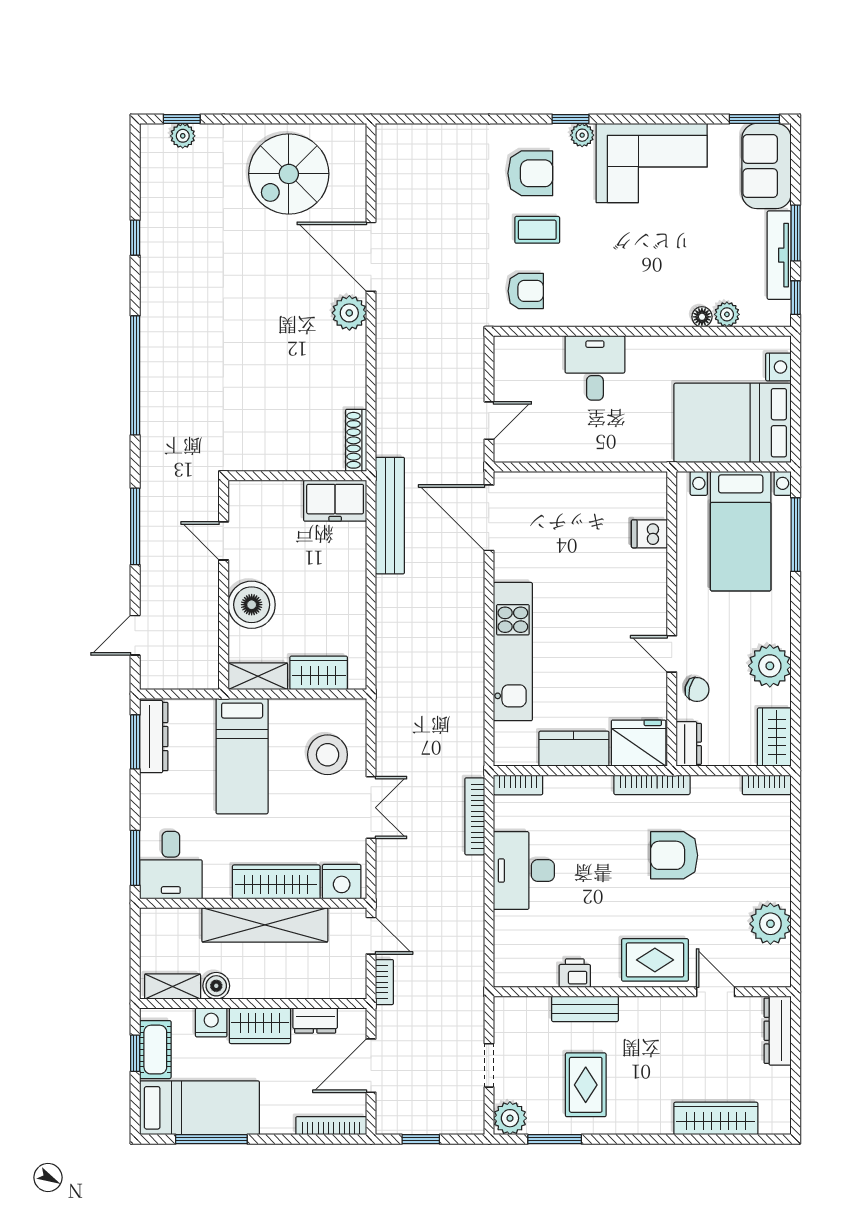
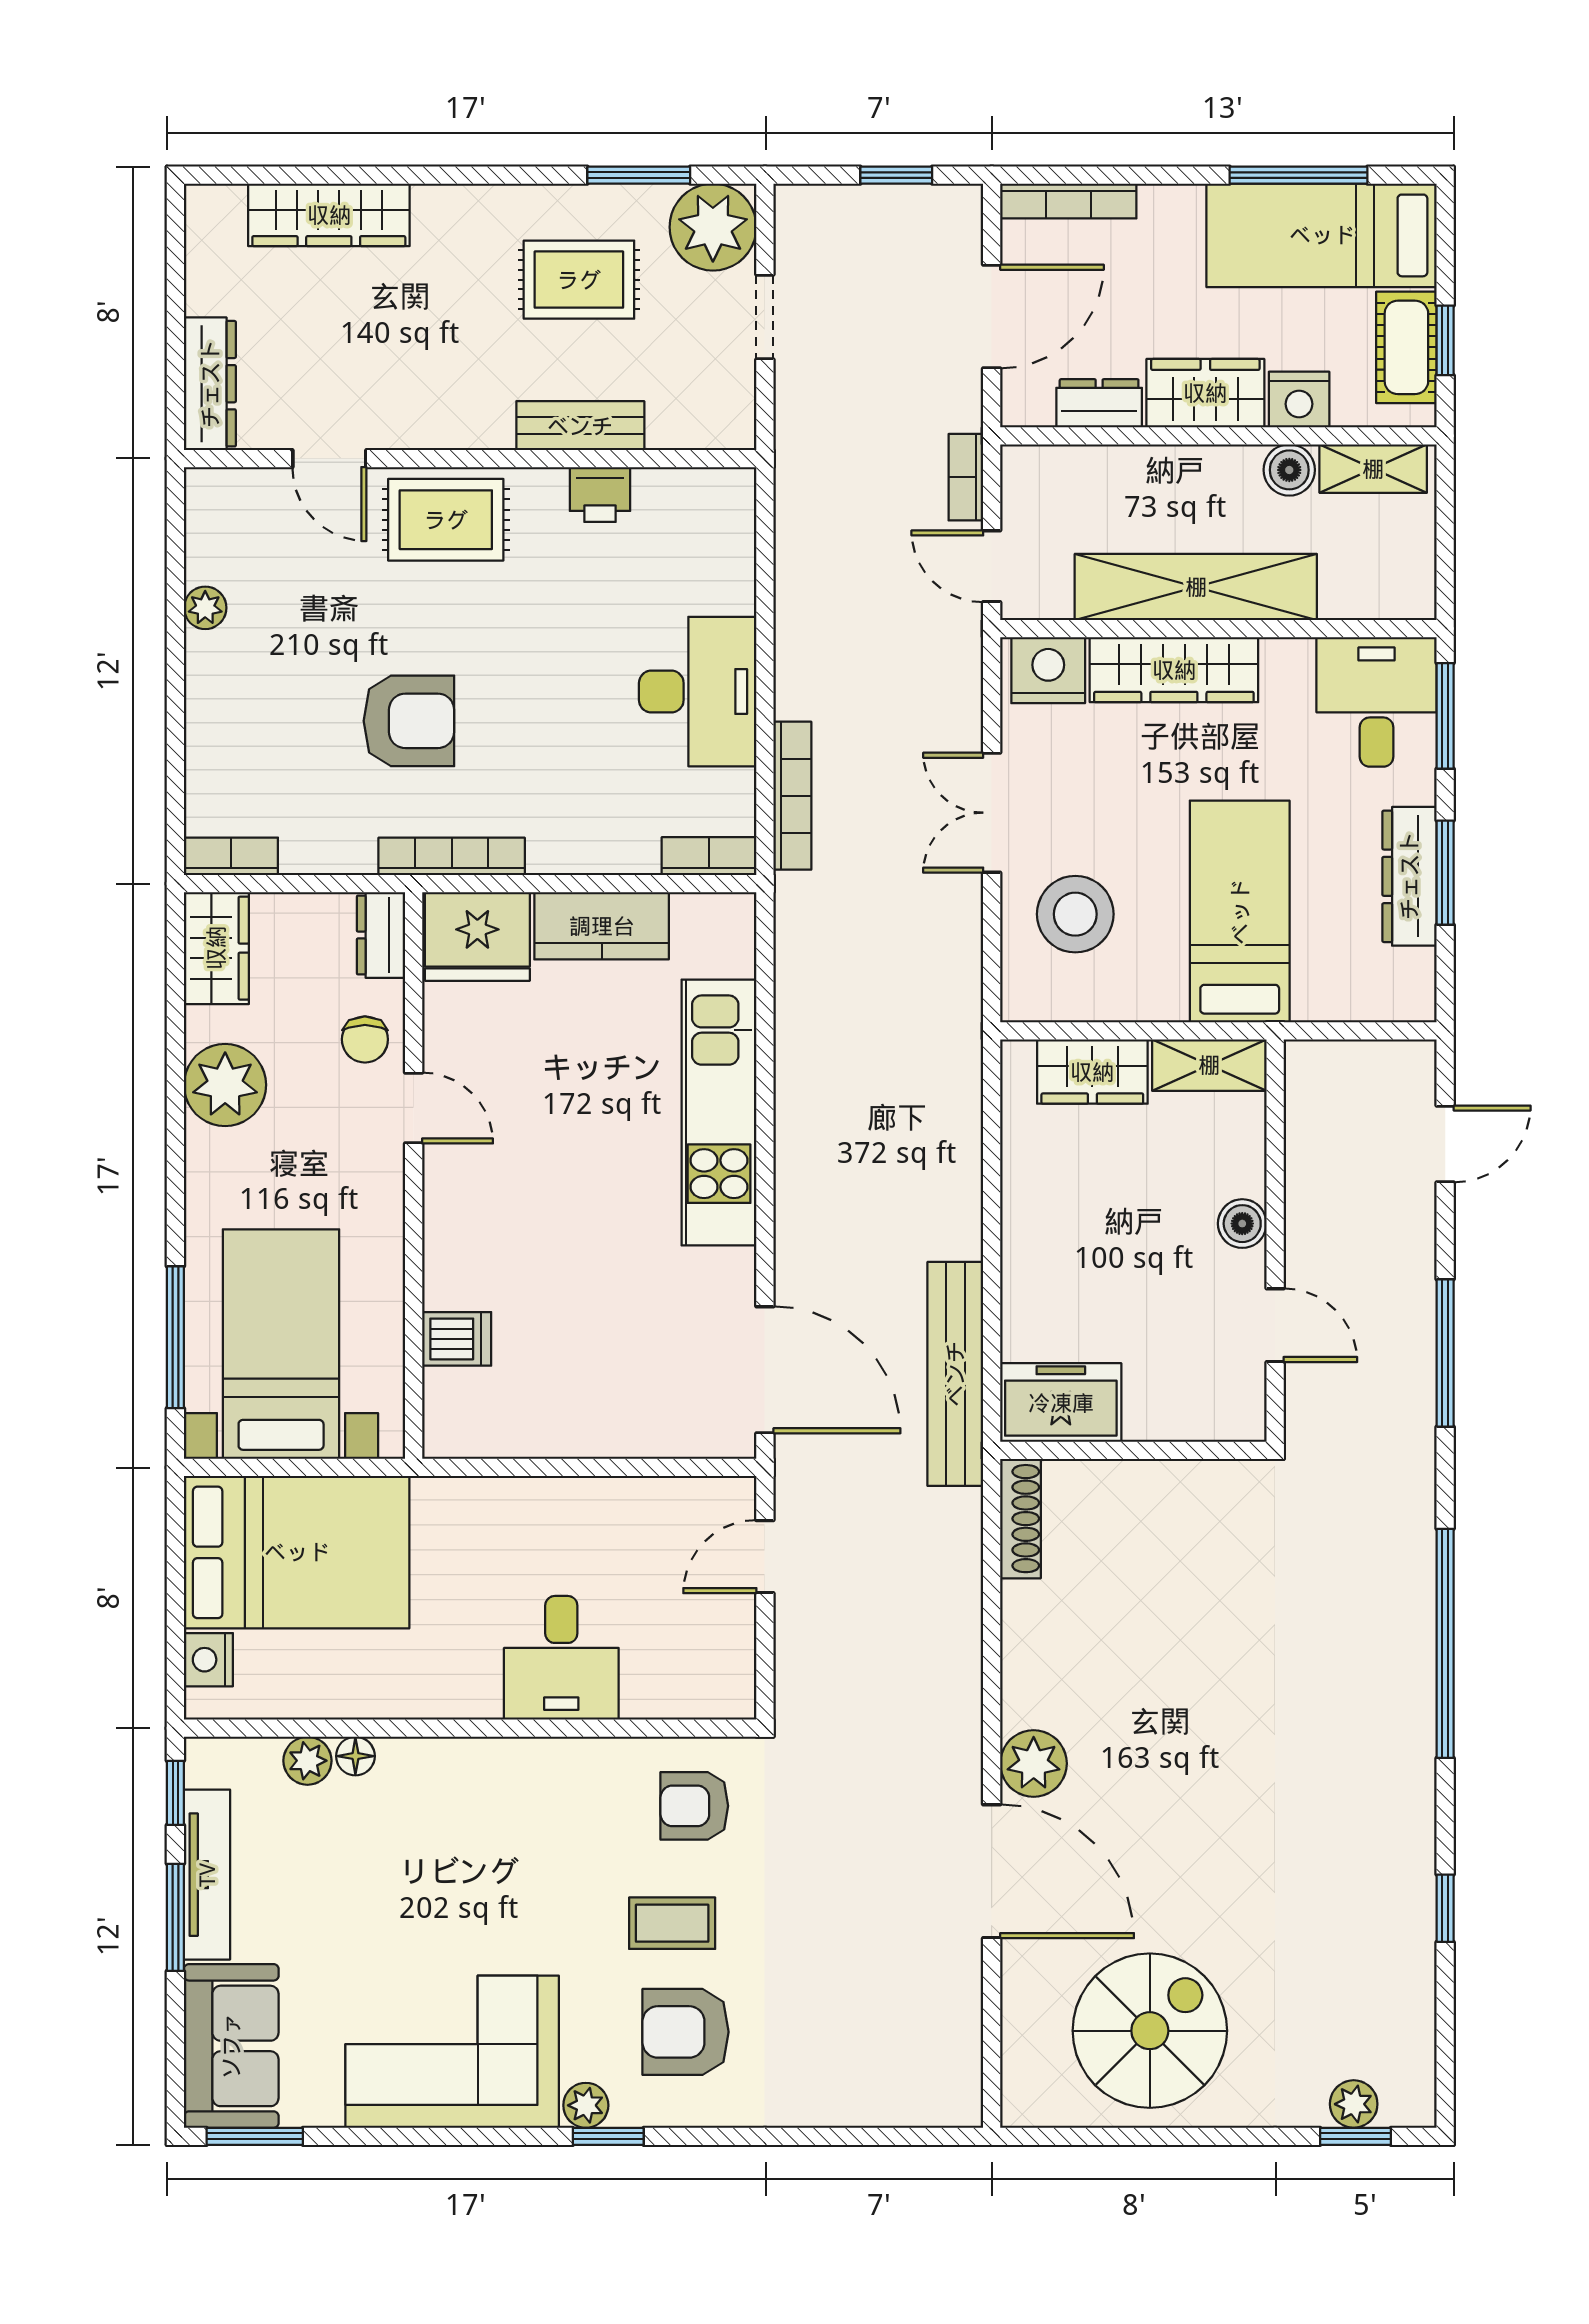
boiler: (252, 605) -> (1242, 1224), width x0.54, depth x0.54
chair: (697, 690) -> (365, 1039), turned -104
dresser: (154, 737) -> (1409, 876), moved
window: (135, 742) -> (1445, 873), moved
plant: (770, 924) -> (205, 608), width x0.53, depth x0.53
rug: (586, 1085) -> (579, 280), turned 90
plant: (510, 1118) -> (713, 227), width x1.36, depth x1.36

